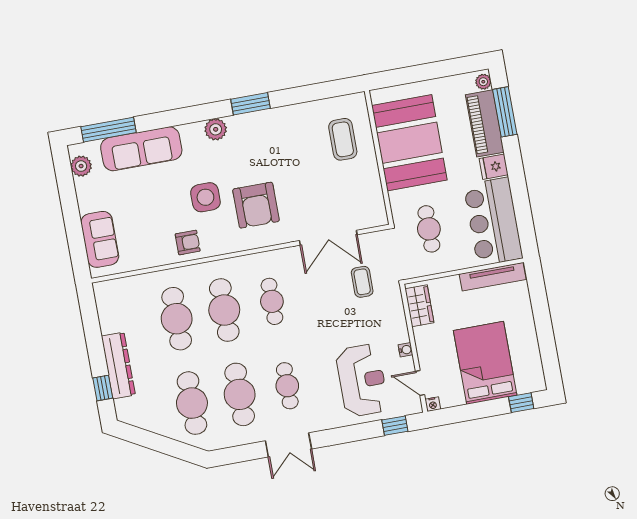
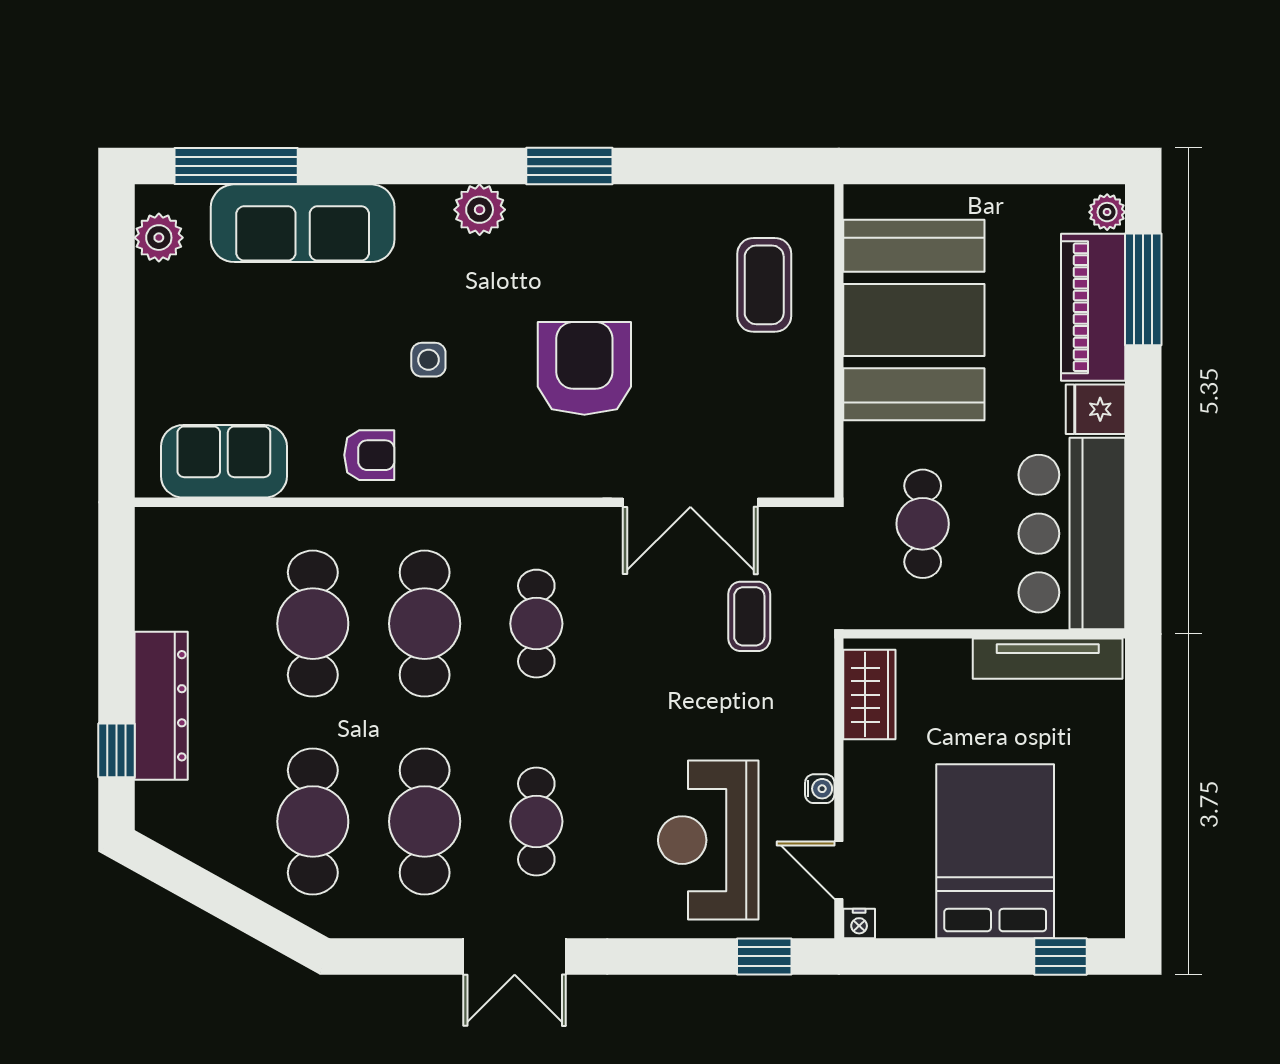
side table: (205, 197) -> (428, 360), width x0.54, depth x0.54
armchair: (256, 205) -> (584, 368), moved, turned 180
sofa: (100, 239) -> (224, 461), moved, turned -90
reception desk: (362, 380) -> (708, 840), turned 180

